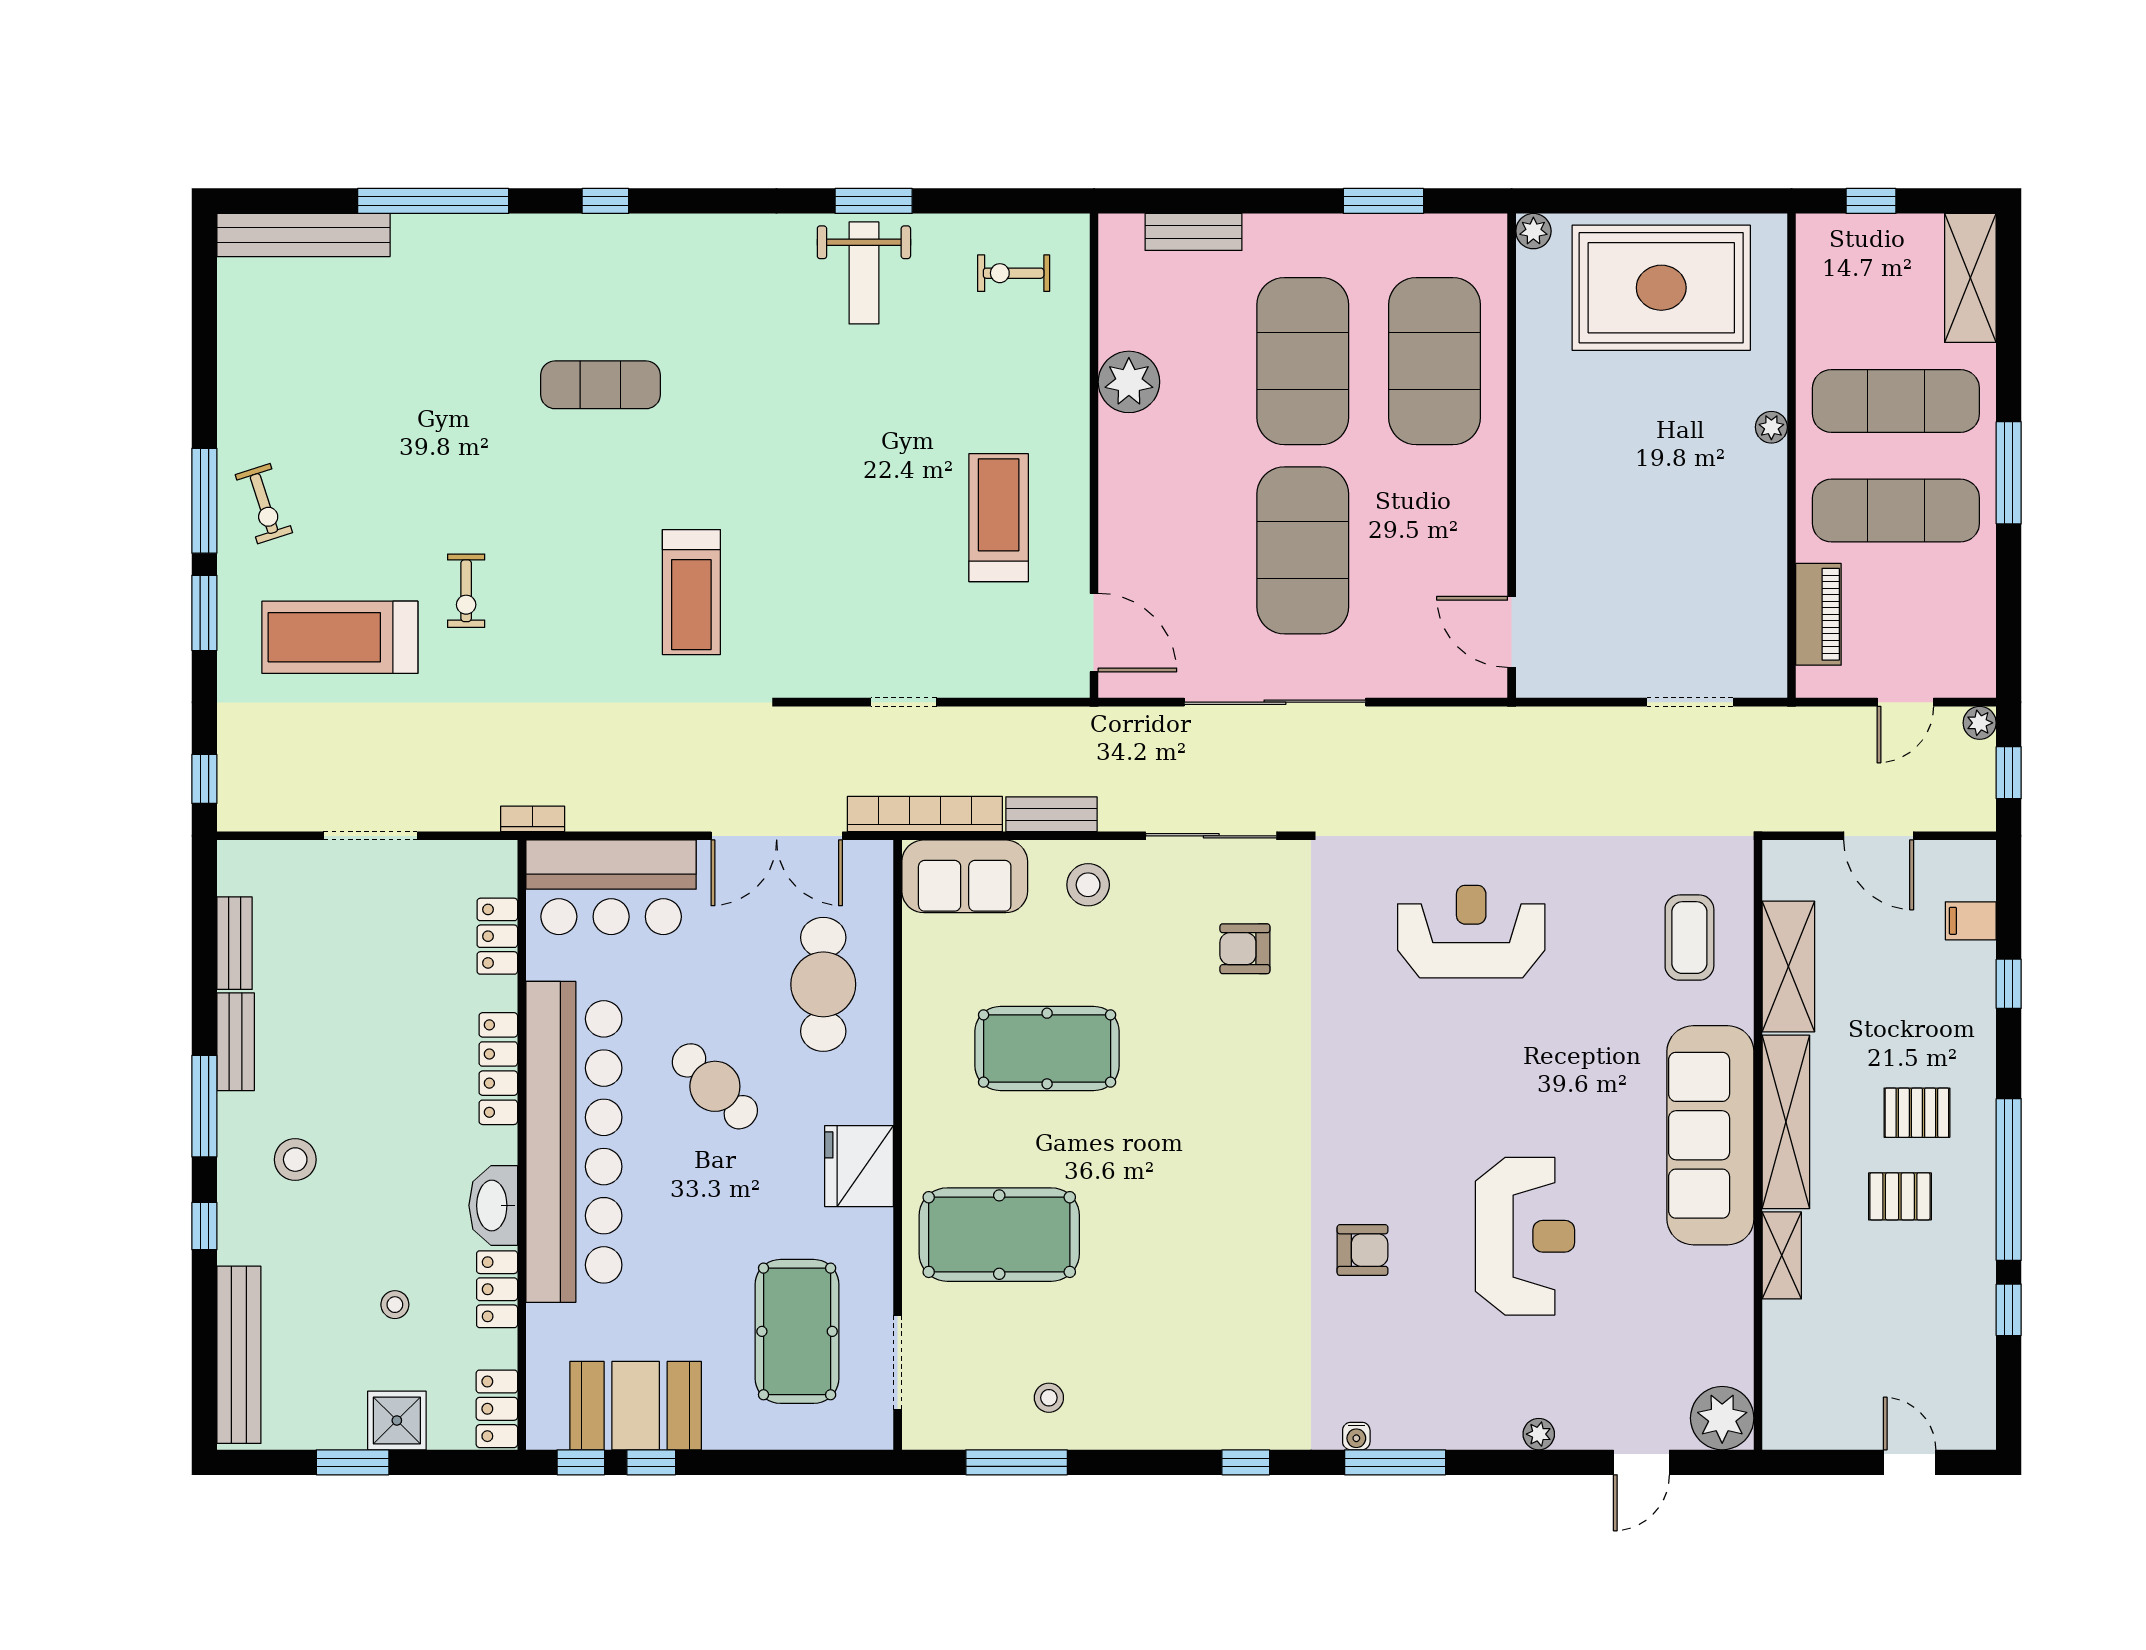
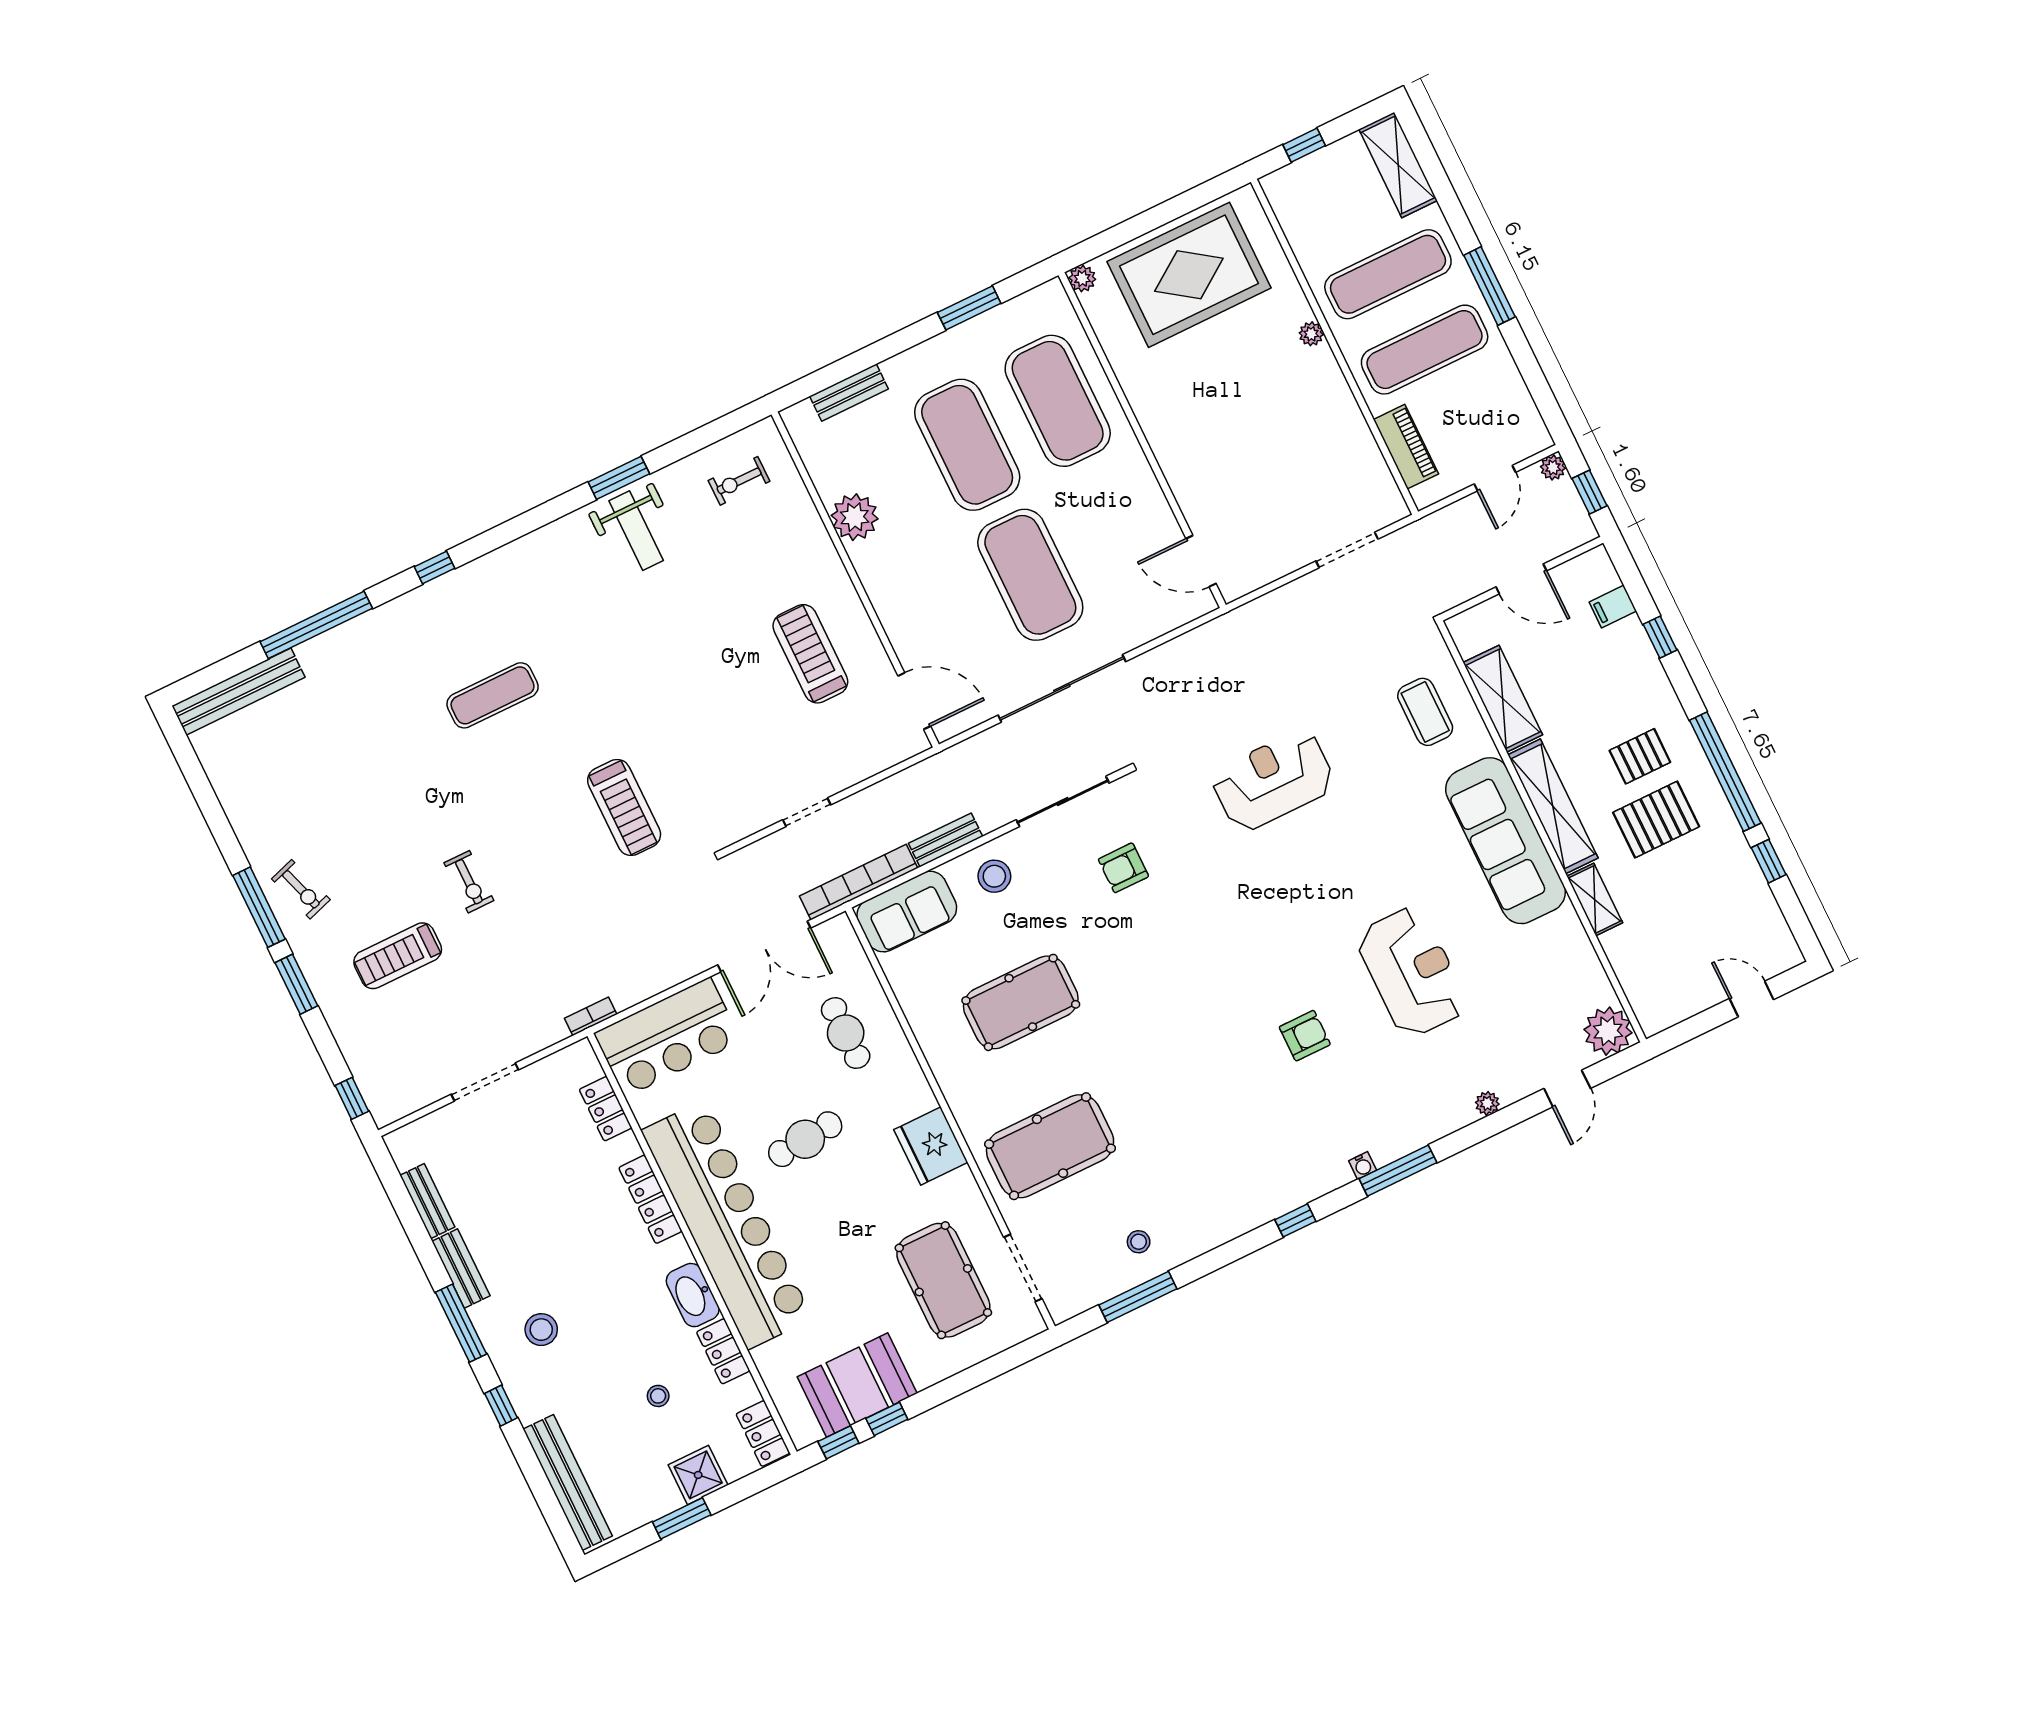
treadmill: (340, 637) -> (398, 956), width x0.73, depth x0.73
cafe table: (823, 984) -> (846, 1033), width x0.73, depth x0.74
cafe table: (715, 1086) -> (805, 1139), turned -50
pallet: (1900, 1196) -> (1656, 820), width x1.50, depth x1.42

